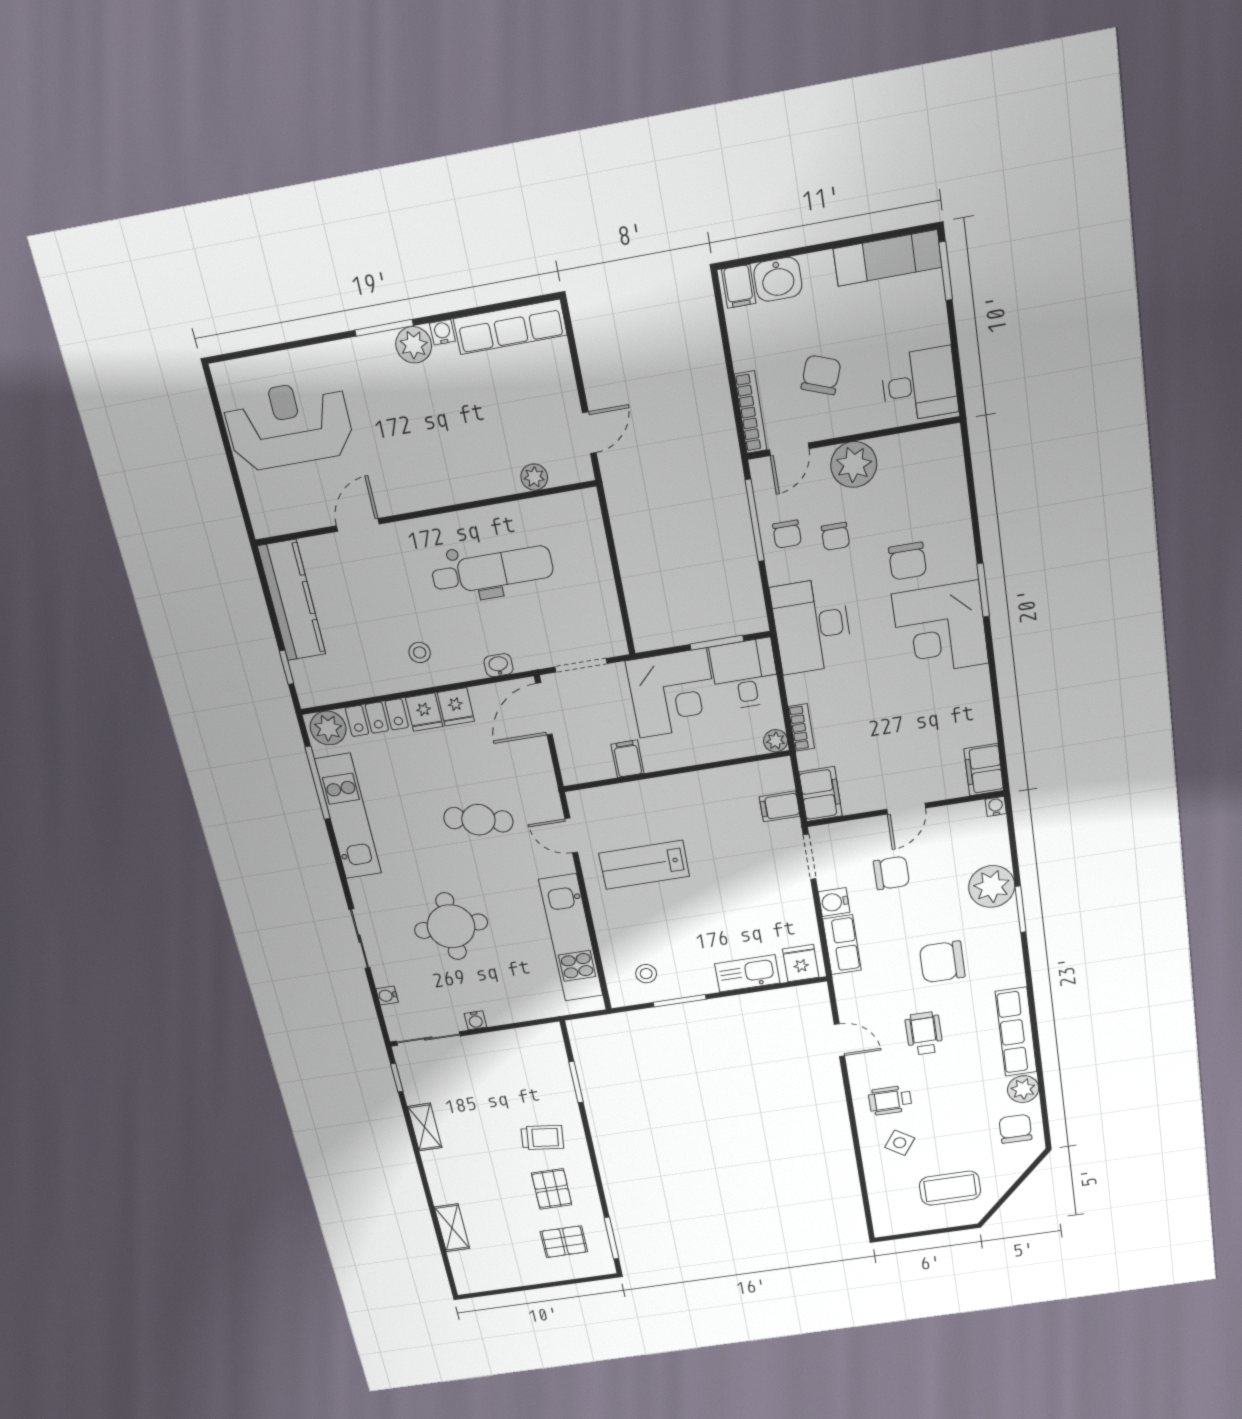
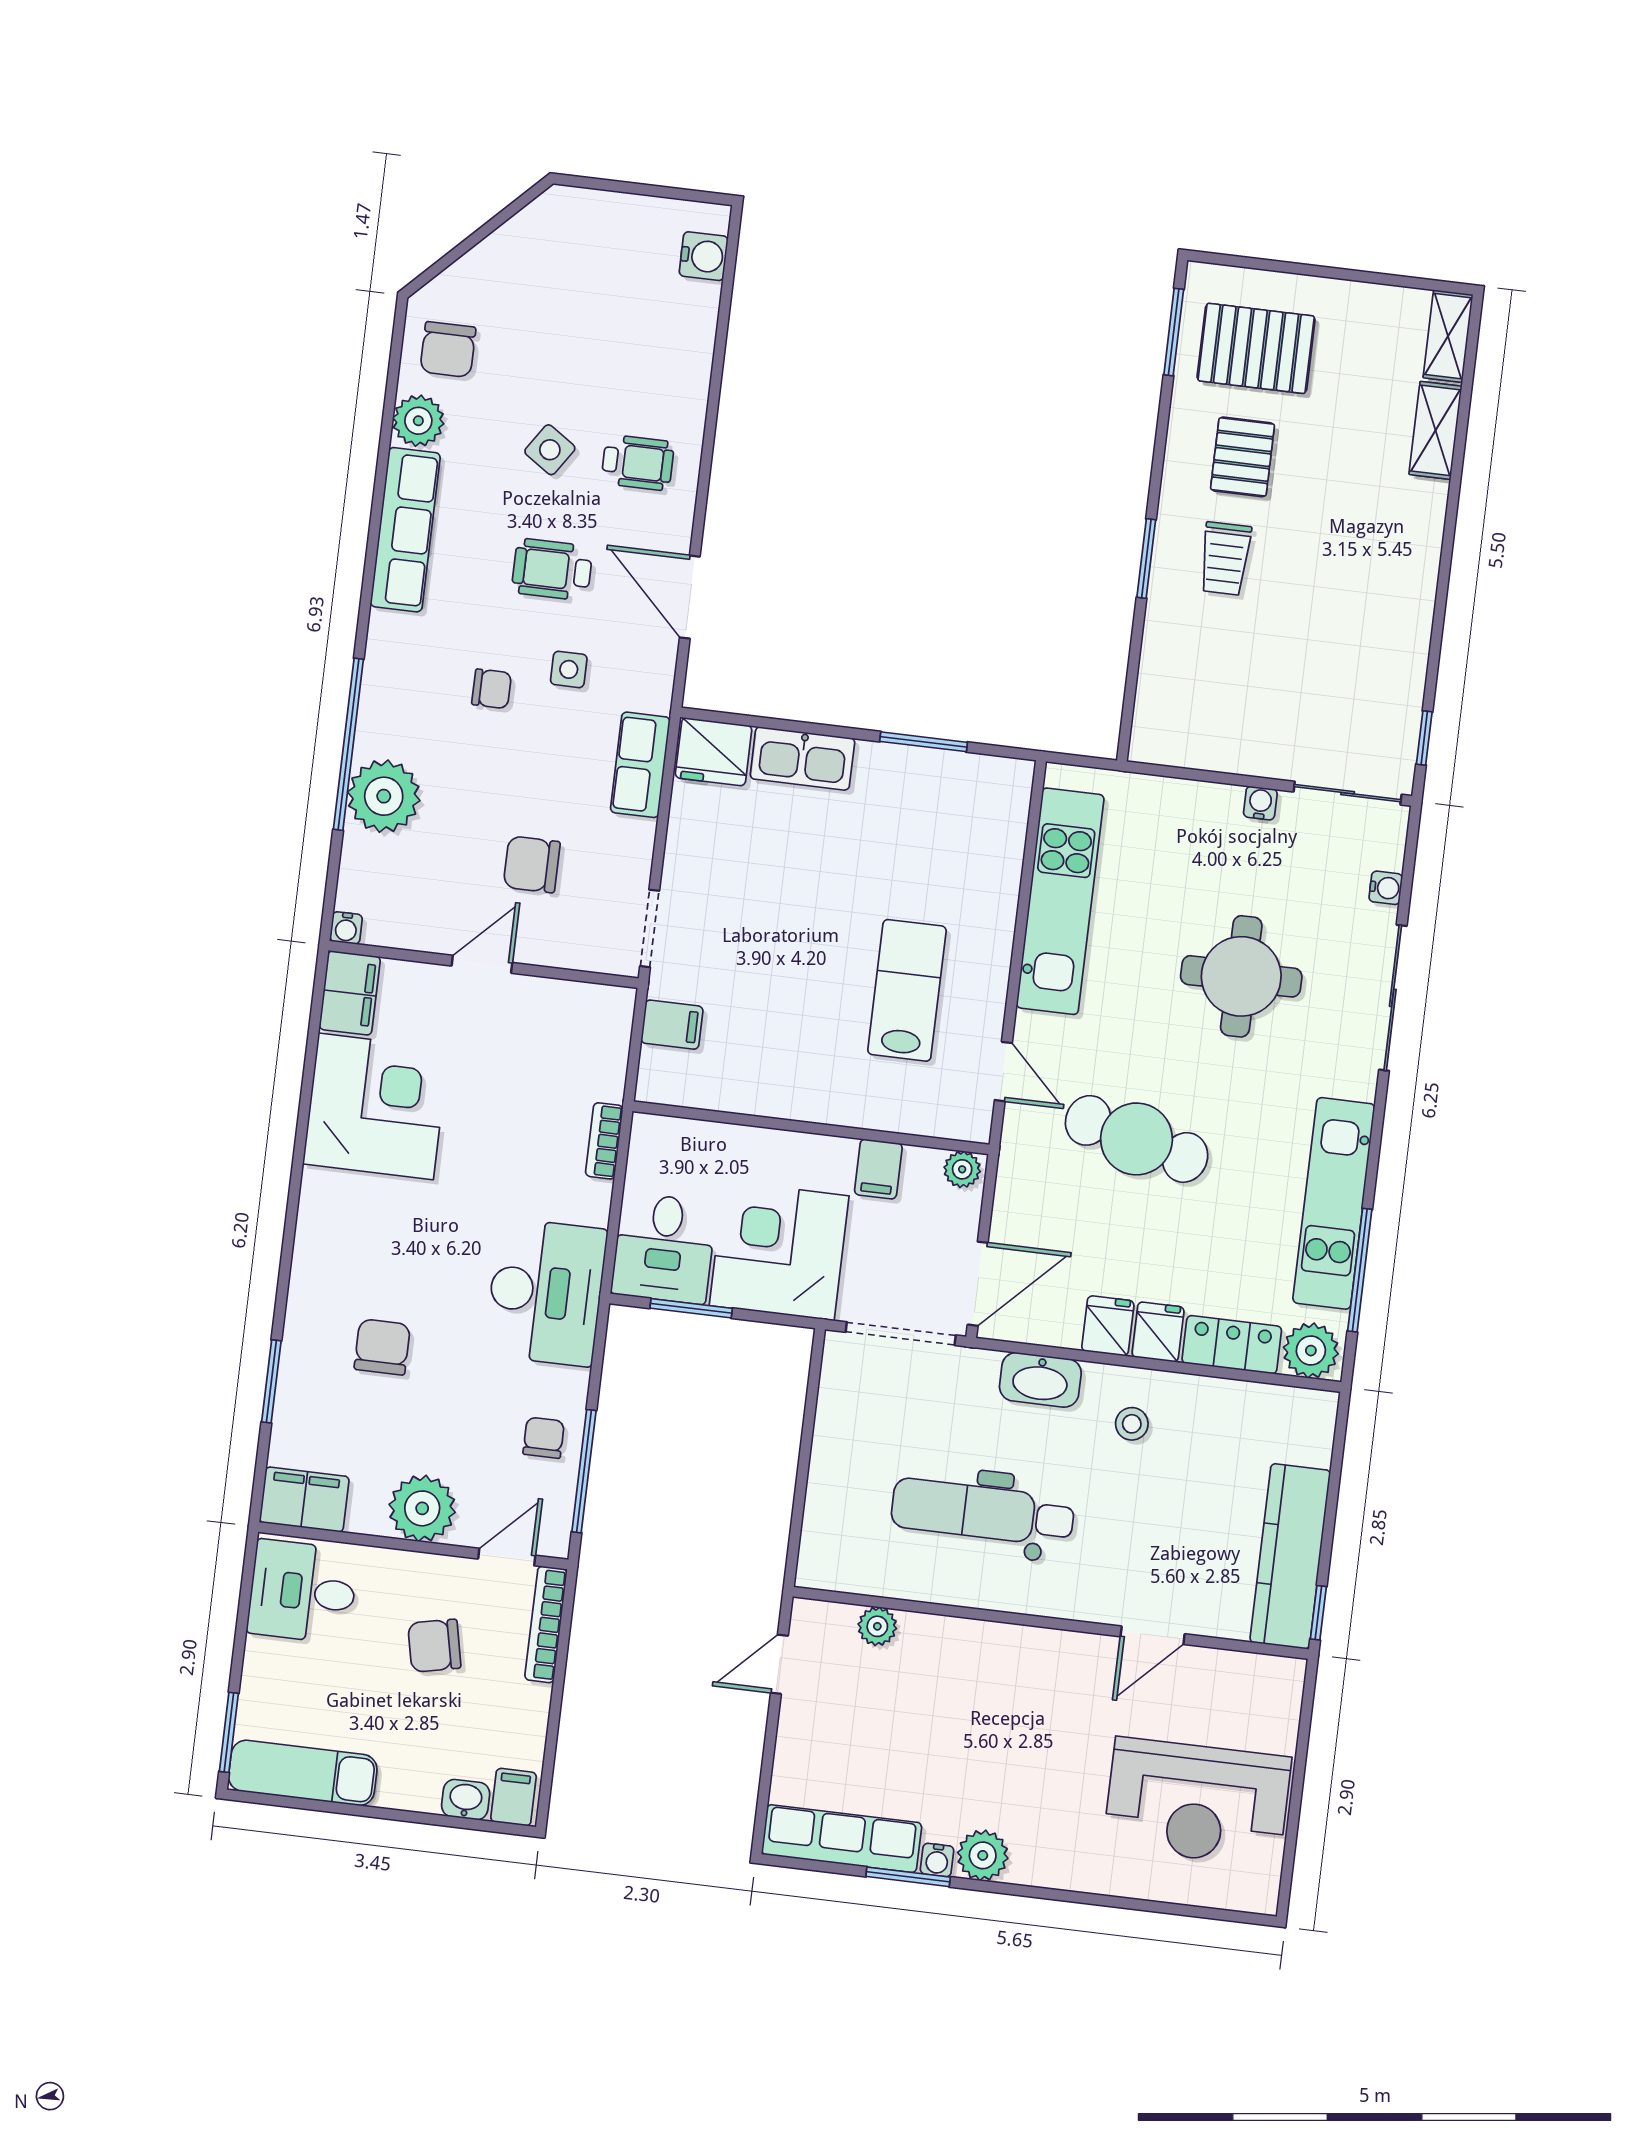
washbasin: (778, 279) -> (466, 1800), width x0.72, depth x0.69
window: (384, 328) -> (908, 1877), moved
chair: (821, 375) -> (434, 1646), turned 58
chair: (835, 536) -> (476, 1414), removed
window: (983, 590) -> (271, 1381), moved
corner desk: (940, 629) -> (376, 1106), moved
washbasin: (499, 665) -> (1040, 1380), width x1.91, depth x1.45
doorway: (581, 665) -> (901, 1334), width x1.38
window: (287, 667) -> (1318, 1613), moved
plant: (776, 741) -> (962, 1169), moved
filing cabinet: (821, 794) -> (304, 1500), moved, turned 90
cafe table: (478, 820) -> (1137, 1139), width x1.37, depth x1.35
lab bench: (644, 865) -> (907, 990), turned -90
water cooler: (834, 902) -> (704, 256), moved
window: (1021, 909) -> (348, 744), width x2.11
sliding door: (359, 939) -> (1393, 998), width x1.37
chair: (942, 962) -> (492, 689), width x0.54, depth x0.54
fridge: (801, 963) -> (714, 752), width x1.38
stool: (646, 974) -> (962, 805), removed
side table: (899, 984) -> (569, 669), added
wheelchair: (924, 1033) -> (552, 570), turned 90
door: (839, 1040) -> (690, 597), width x1.37
window: (576, 1082) -> (1146, 558), moved
shelving: (425, 1127) -> (1448, 336), moved
trolley: (542, 1138) -> (1225, 559), turned -97
side table: (900, 1143) -> (550, 450), moved
coffee table: (950, 1188) -> (582, 266), removed
pallet: (564, 1242) -> (1256, 348), width x1.50, depth x1.42

